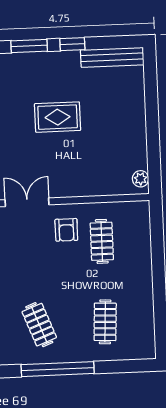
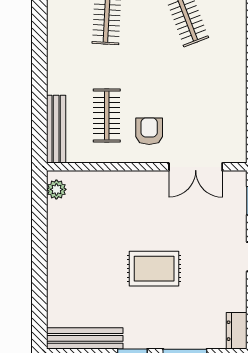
bench: (143, 228) -> (56, 129), added

